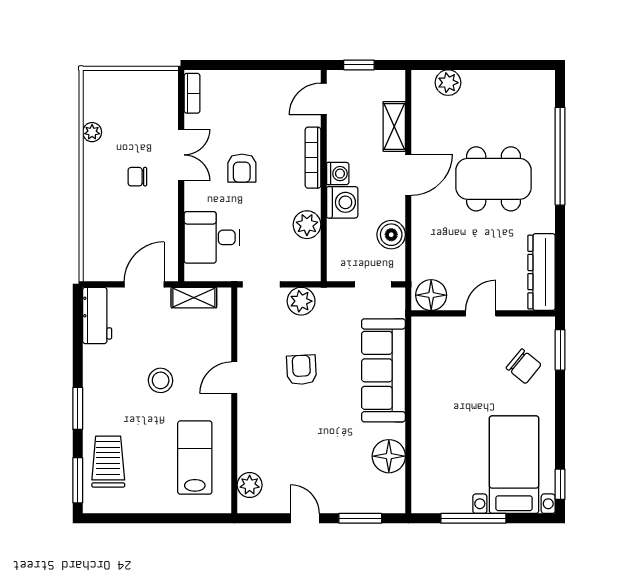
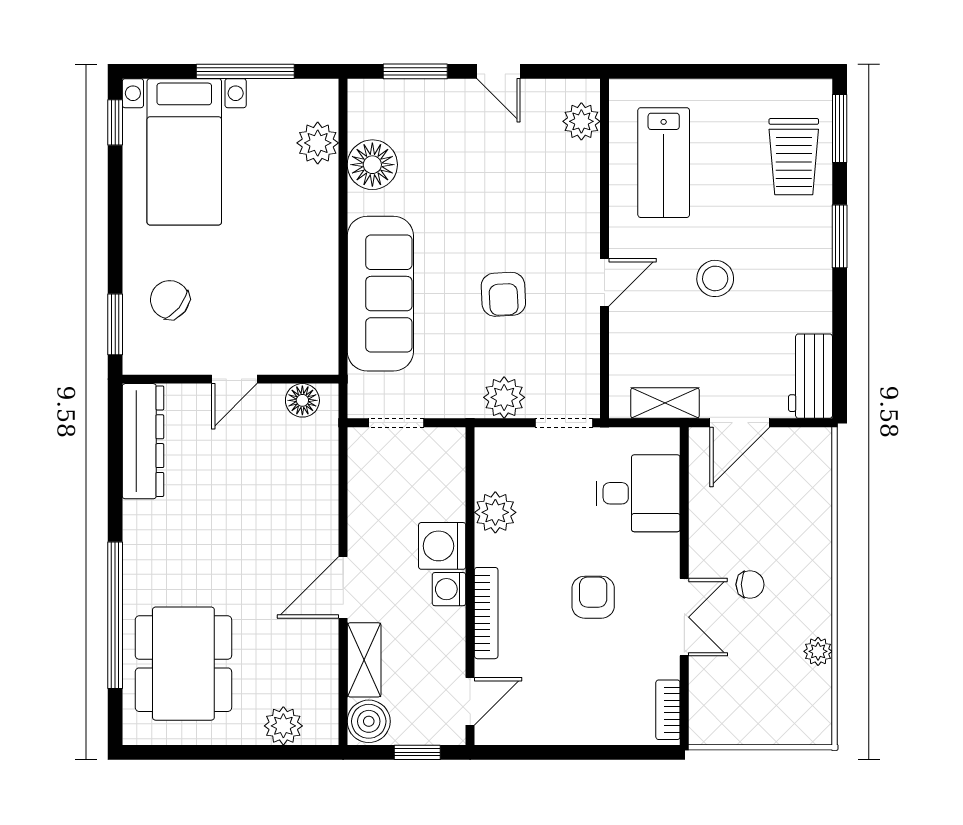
double door: (181, 155) -> (684, 617), swing flipped
dining table: (494, 179) -> (183, 664), moved, turned 90
boiler: (391, 235) -> (369, 721), moved
floor lamp: (431, 295) -> (302, 400), width x0.73, depth x0.73
plant: (425, 471) -> (318, 143), added

